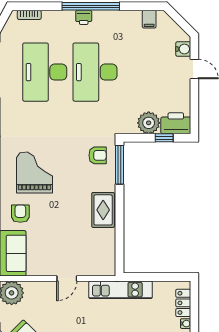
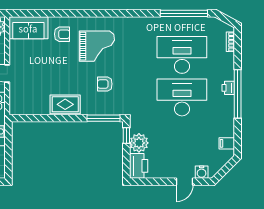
window: (164, 138) -> (126, 135), moved
armchair: (98, 155) -> (105, 84), moved, turned 90

